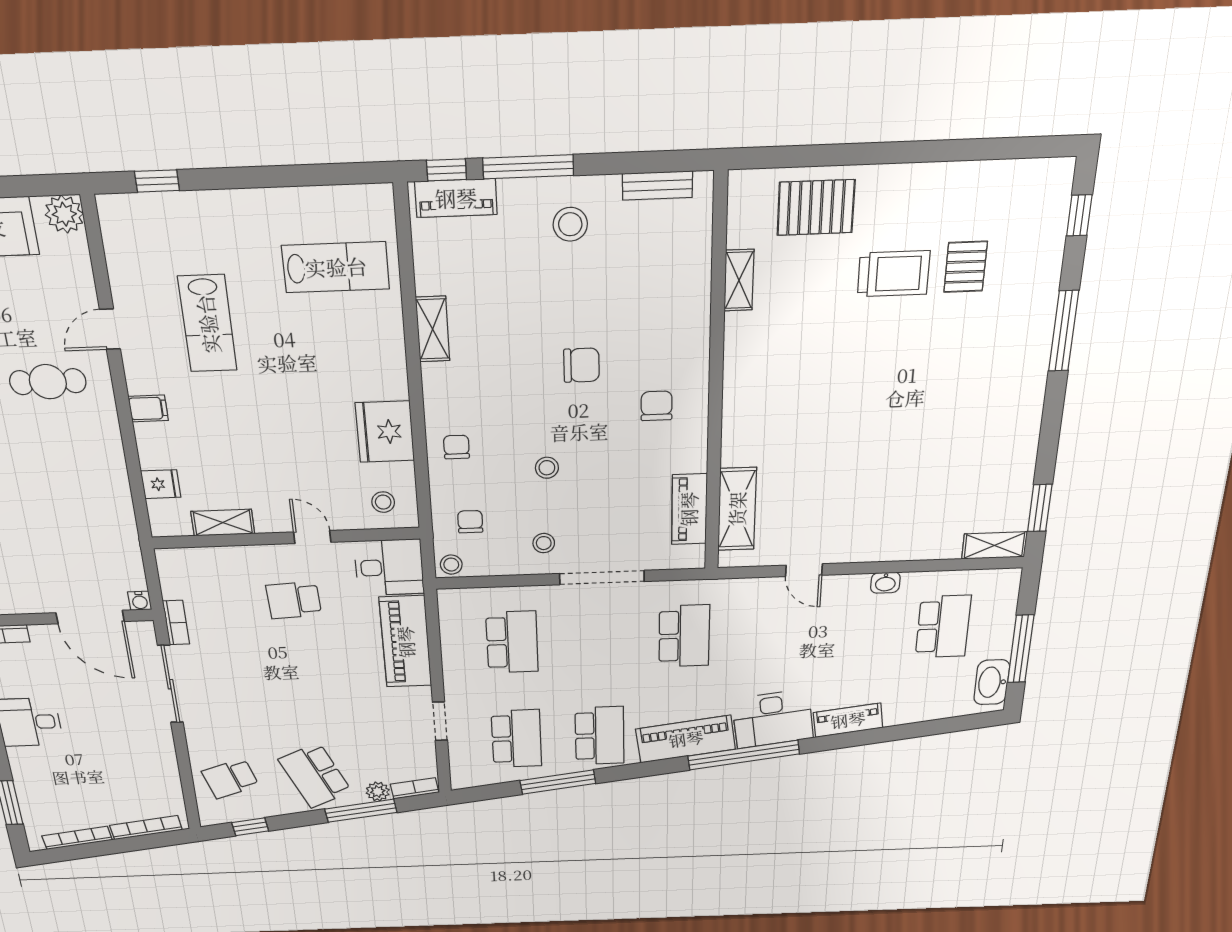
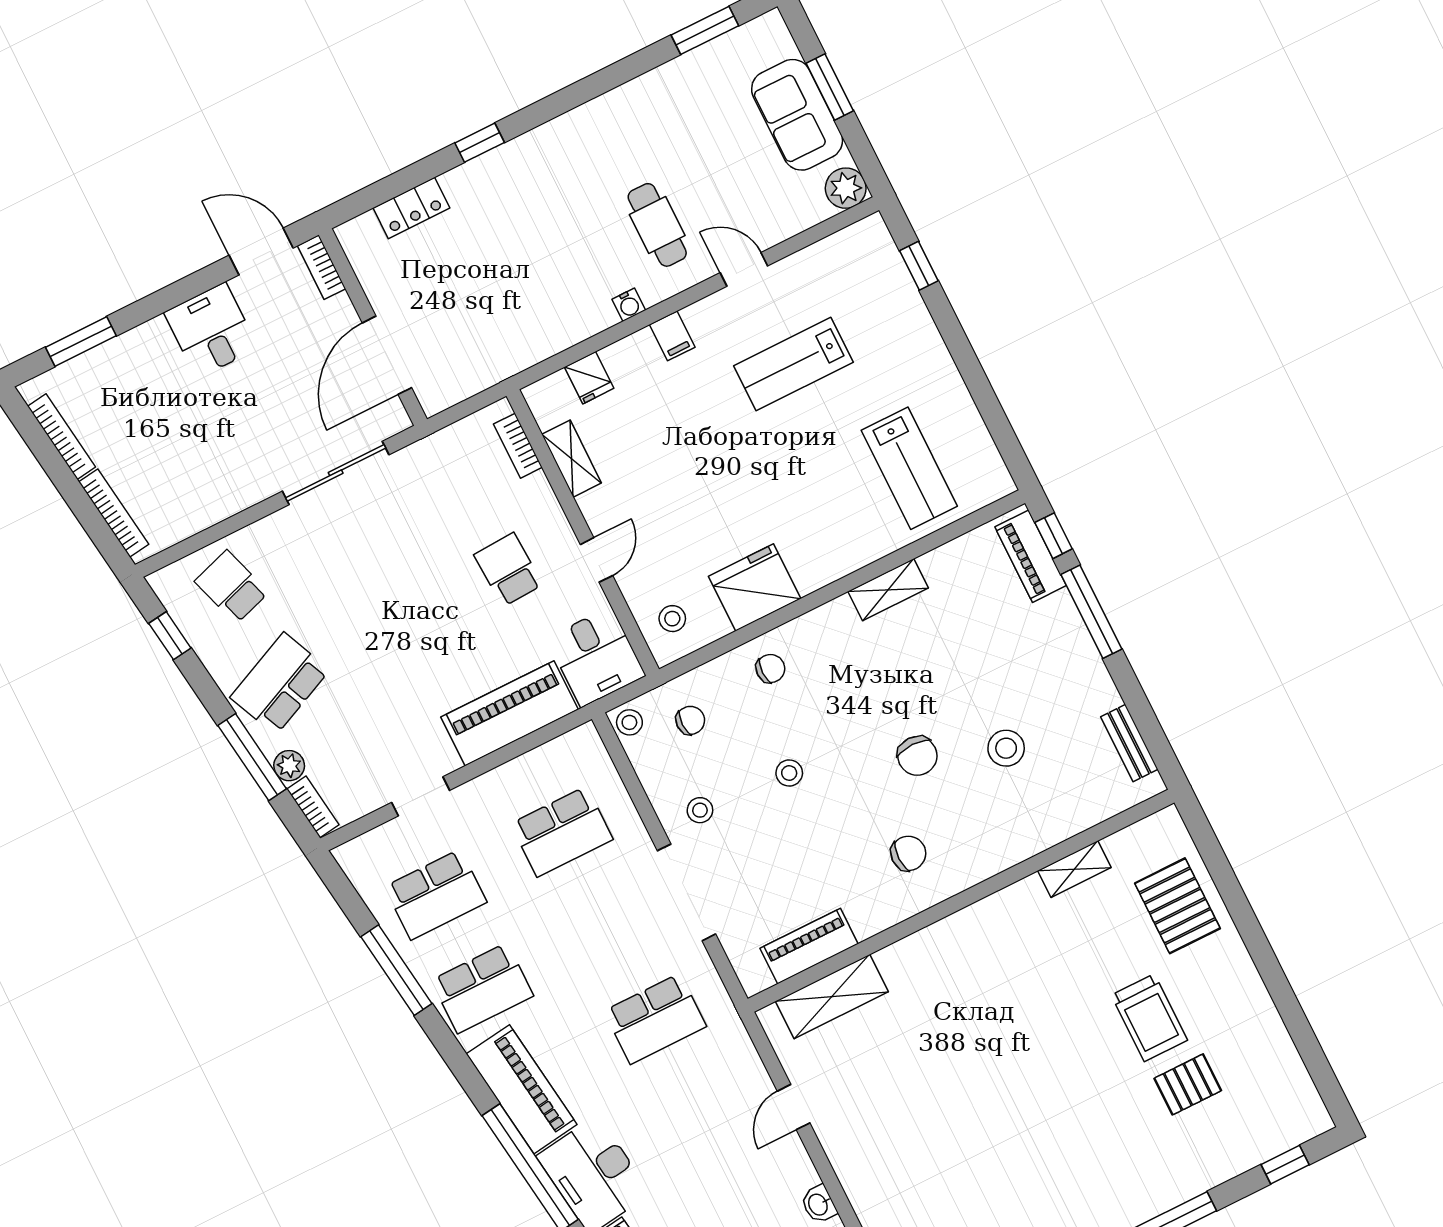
stool: (570, 224) -> (1006, 748), moved
water cooler: (140, 601) -> (629, 305), moved, turned -90
bookcase: (176, 623) -> (518, 446), moved, turned 90

